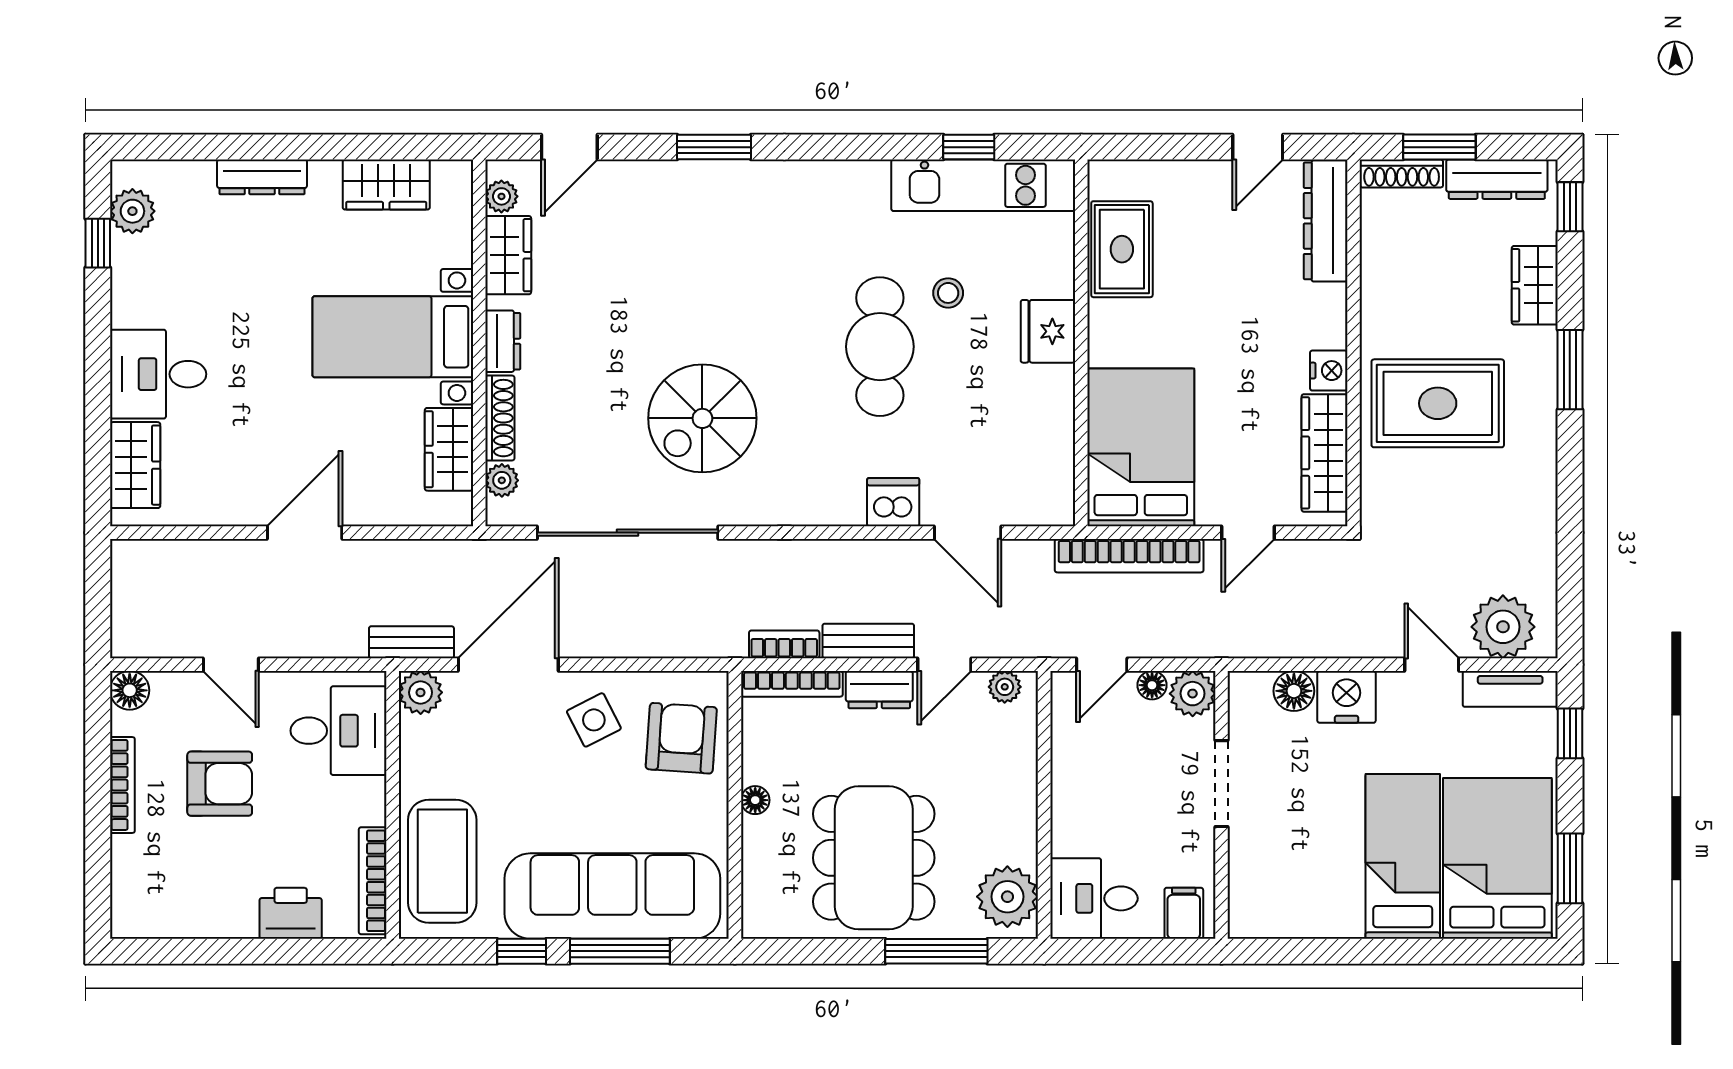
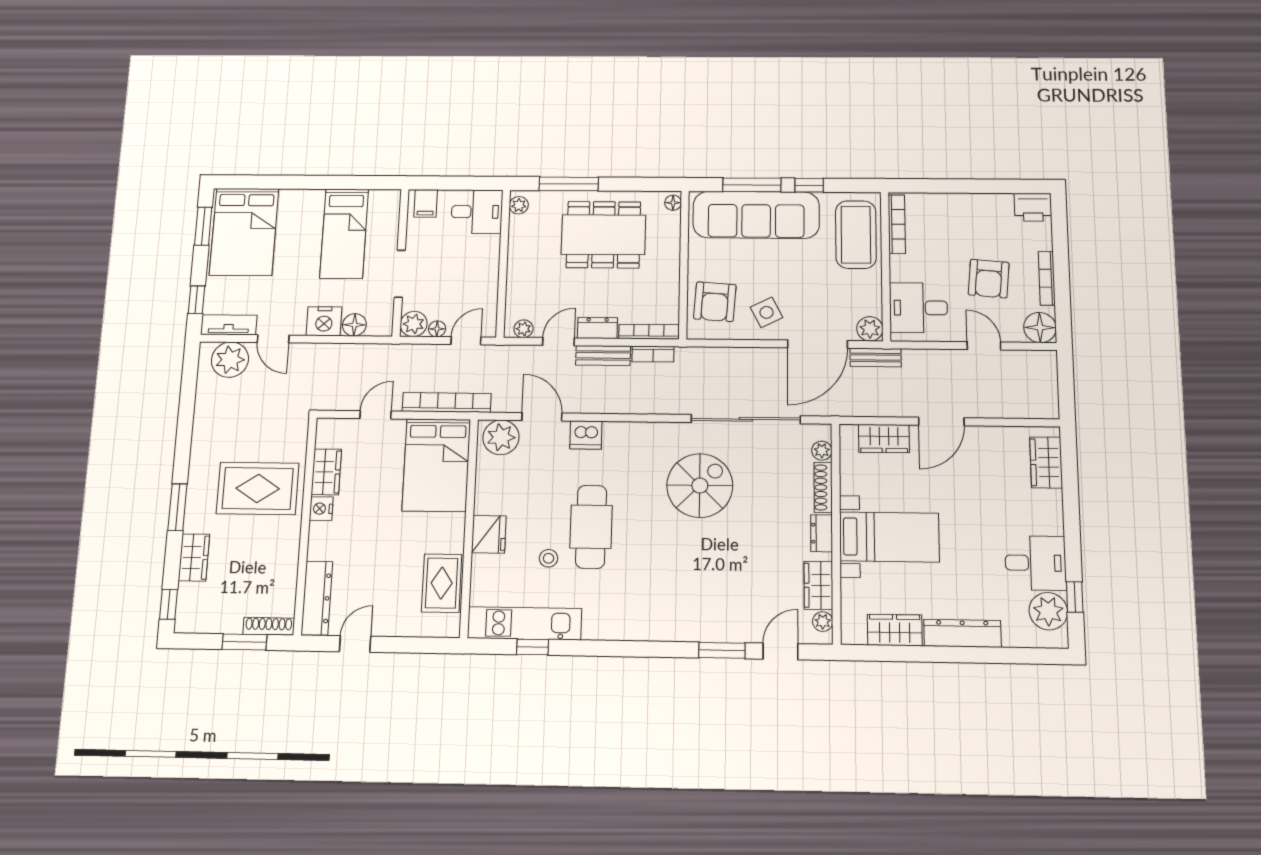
window: (714, 147) -> (722, 650), moved
dresser: (262, 177) -> (962, 633), width x1.37, depth x1.24
dresser: (1497, 179) -> (211, 622), removed
plant: (132, 211) -> (1048, 611), width x1.36, depth x1.36
desk: (158, 374) -> (1036, 563), moved
wardrobe: (449, 449) -> (884, 438), moved, turned 90
wardrobe: (1324, 453) -> (326, 472), width x0.67
plant: (1035, 496) -> (501, 437), added
floor lamp: (130, 690) -> (1040, 328), width x1.38, depth x1.38
armchair: (220, 784) -> (989, 279), turned -85
floor lamp: (755, 800) -> (673, 203), moved
bed: (1403, 856) -> (344, 234), moved
dining table: (874, 858) -> (603, 235), turned 90
plant: (1007, 897) -> (519, 205), width x0.53, depth x0.53
printer: (291, 913) -> (1033, 207), moved

